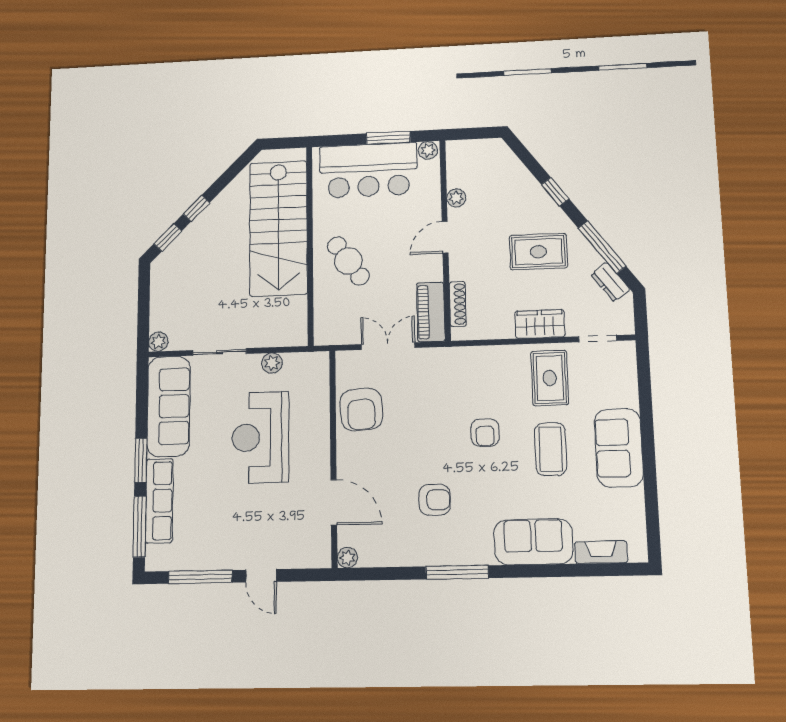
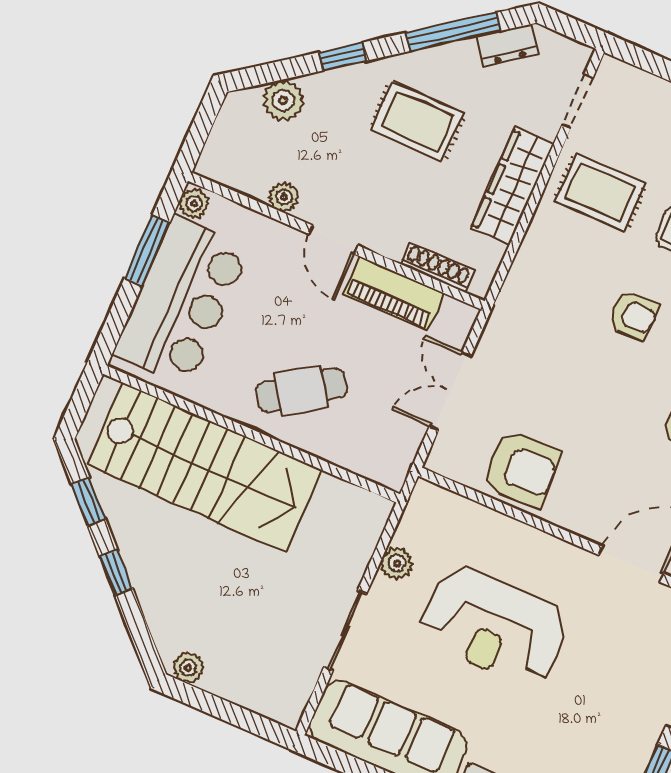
plant: (512, 171) -> (283, 100), added
window: (168, 237) -> (88, 501), moved
rug: (538, 252) -> (417, 122), turned 90
piano: (431, 312) -> (393, 293), moved
wardrobe: (540, 324) -> (512, 186), width x1.50
plant: (158, 342) -> (188, 668), moved

